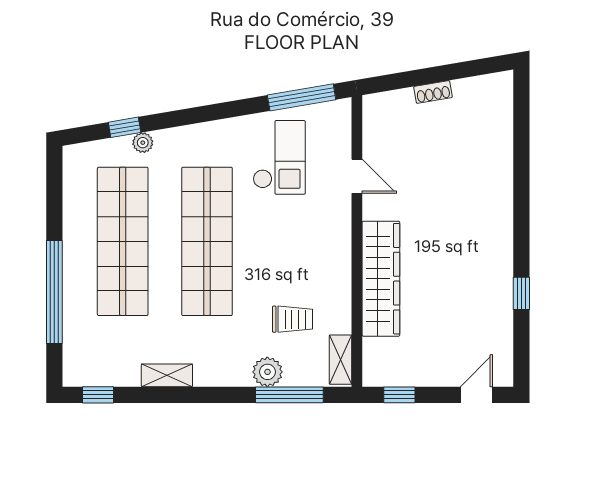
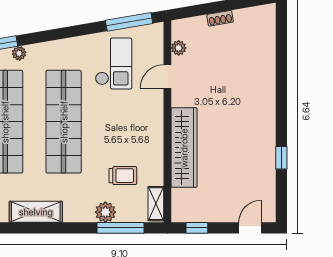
plant: (373, 135) -> (179, 48), added
door: (357, 176) -> (167, 77), swing flipped
shelving: (167, 375) -> (36, 212), width x1.50, depth x1.33

